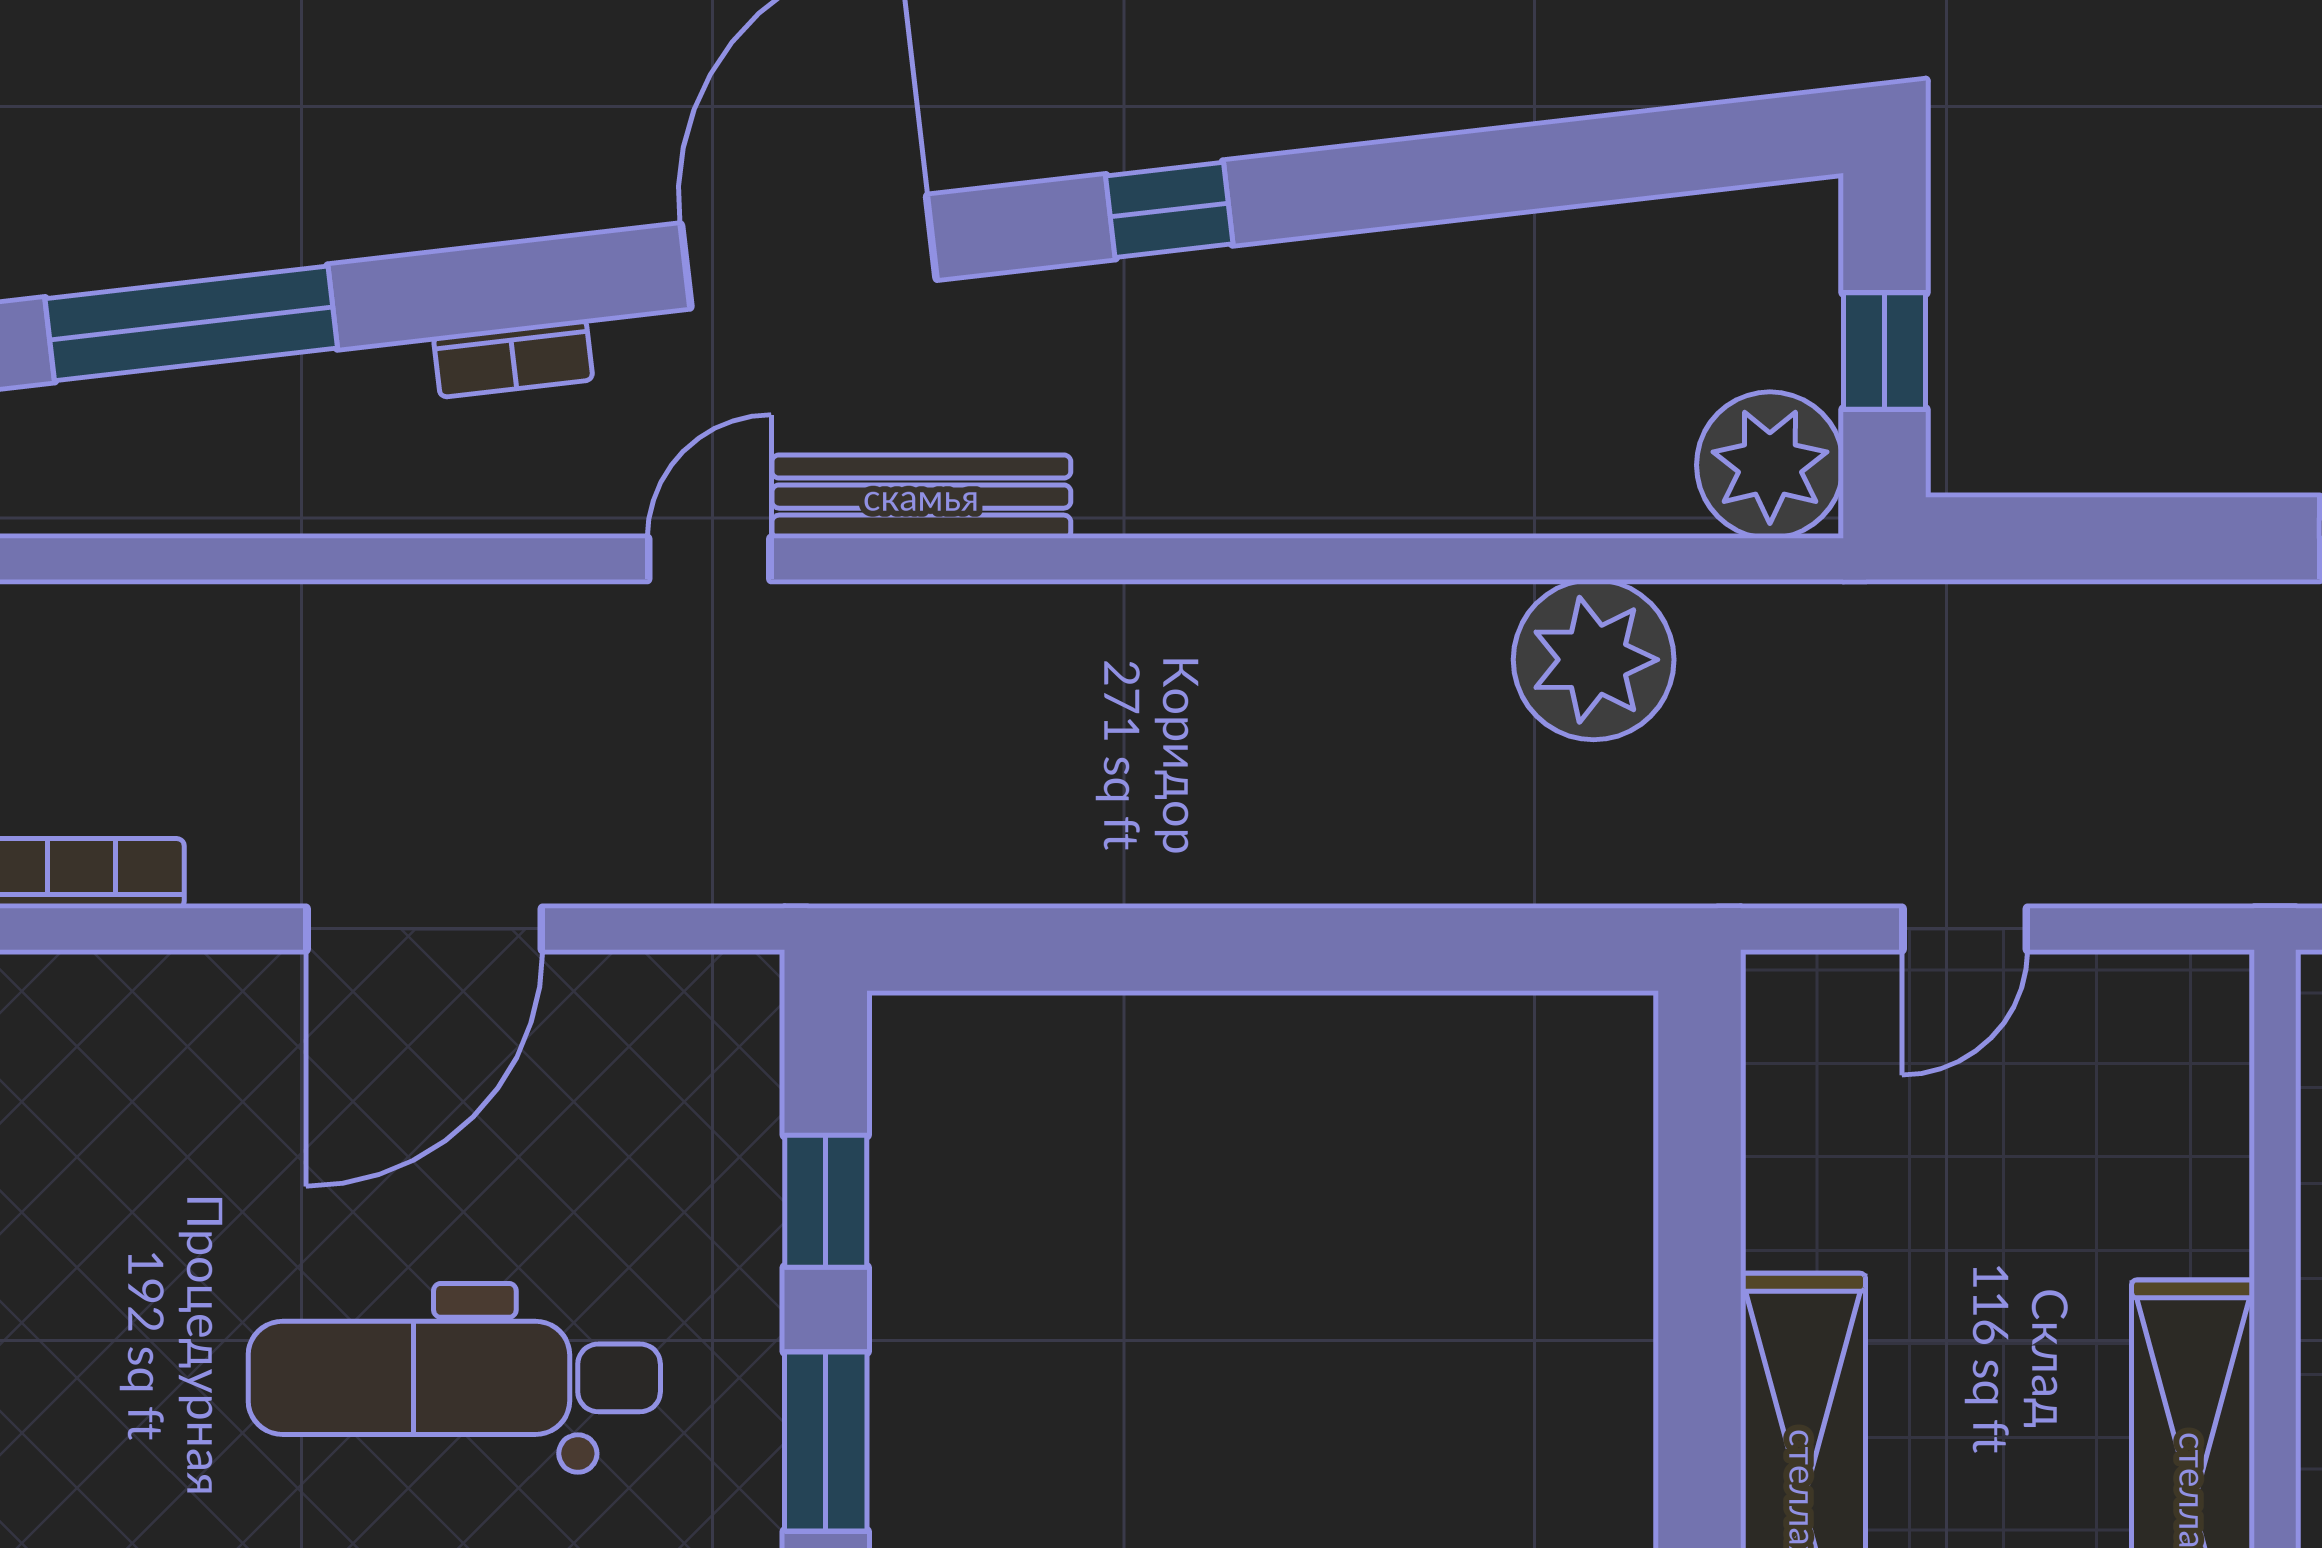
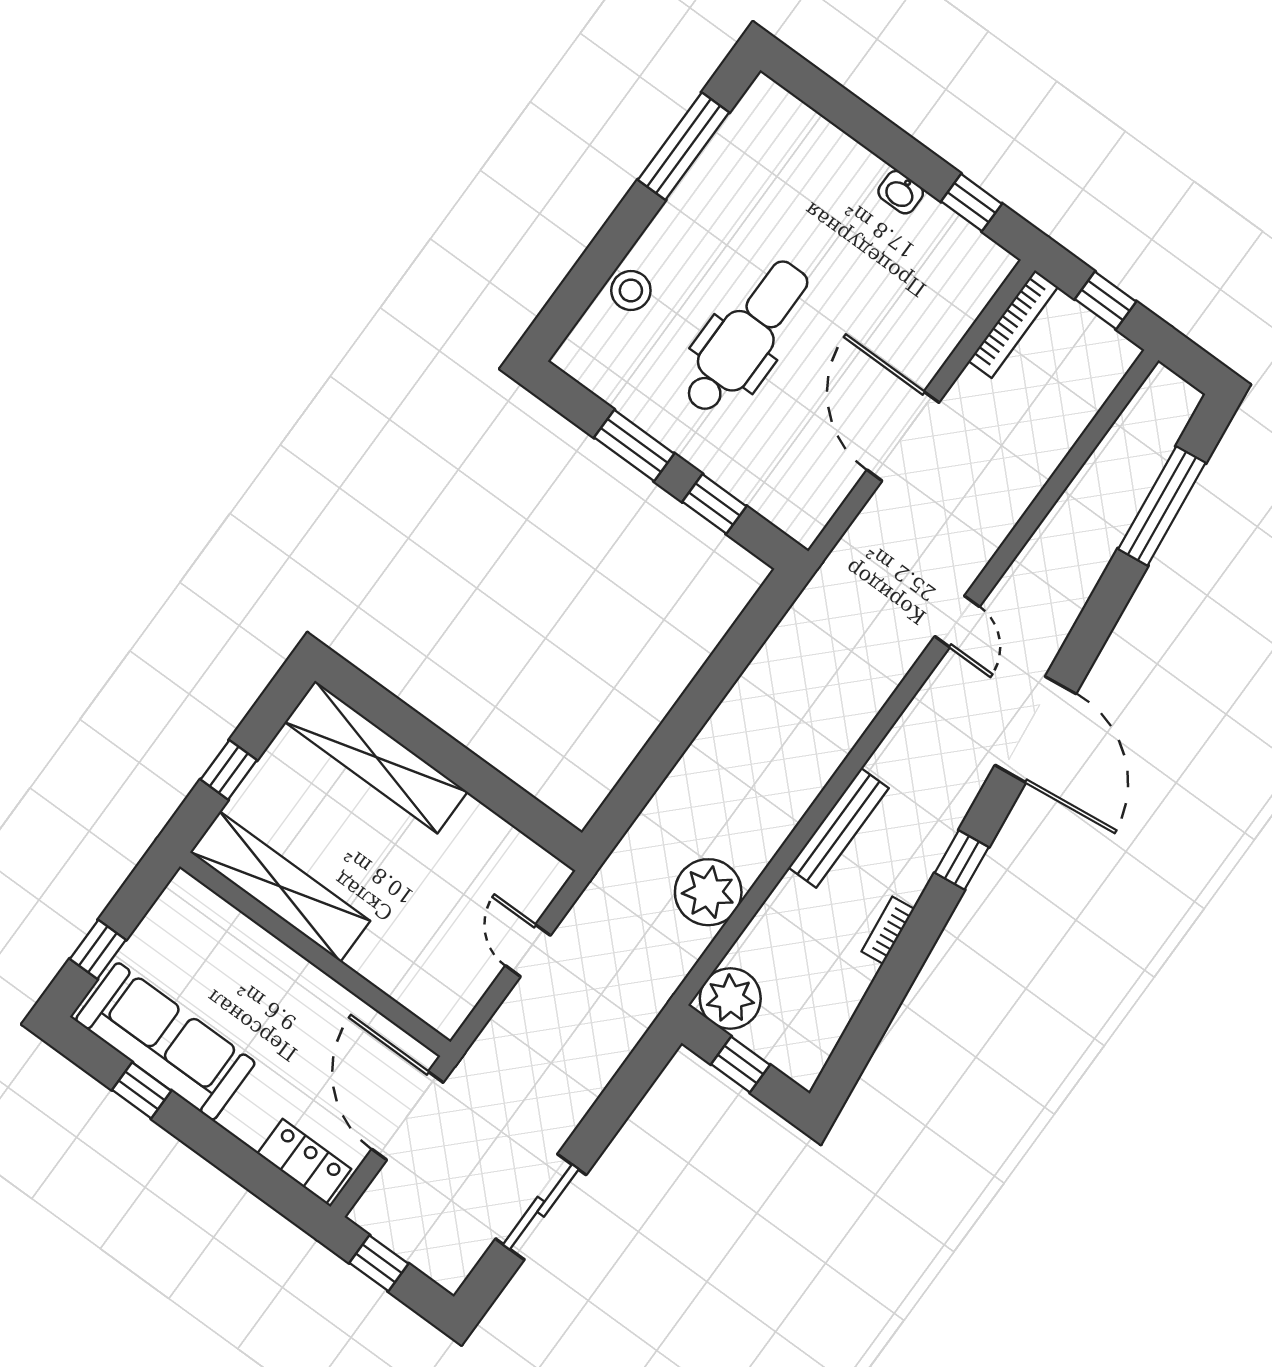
bookcase: (513, 358) -> (888, 930), moved
bench: (921, 497) -> (839, 828), moved

